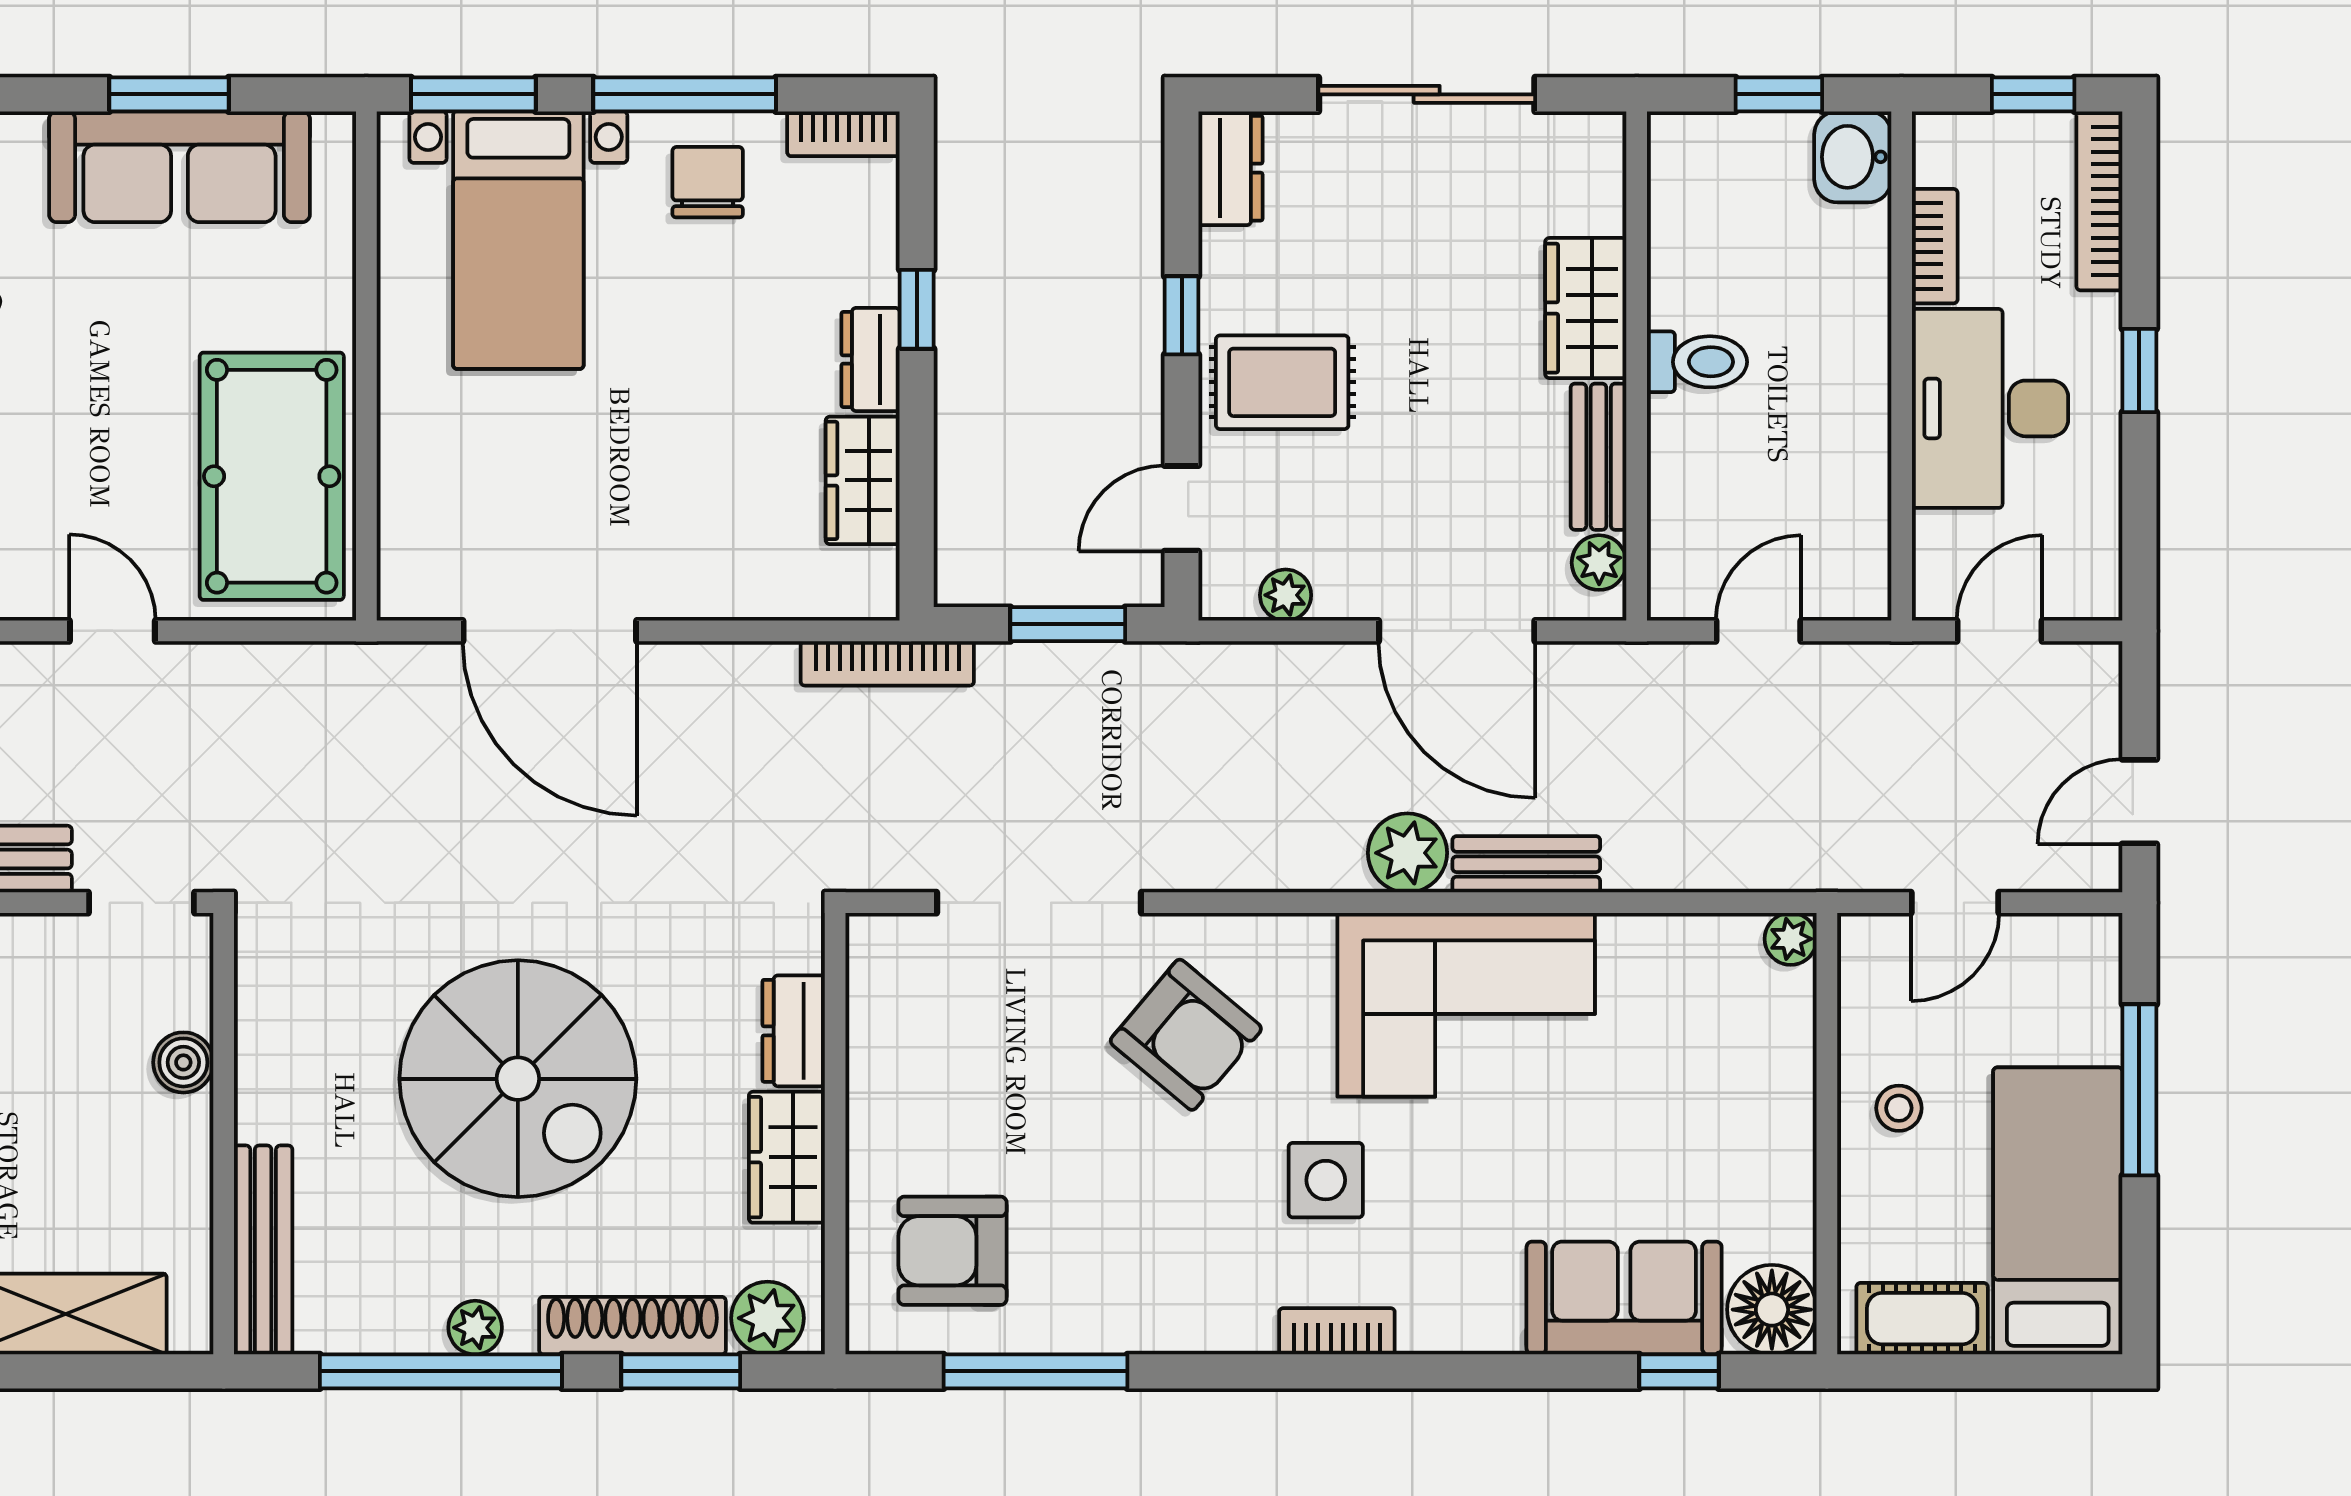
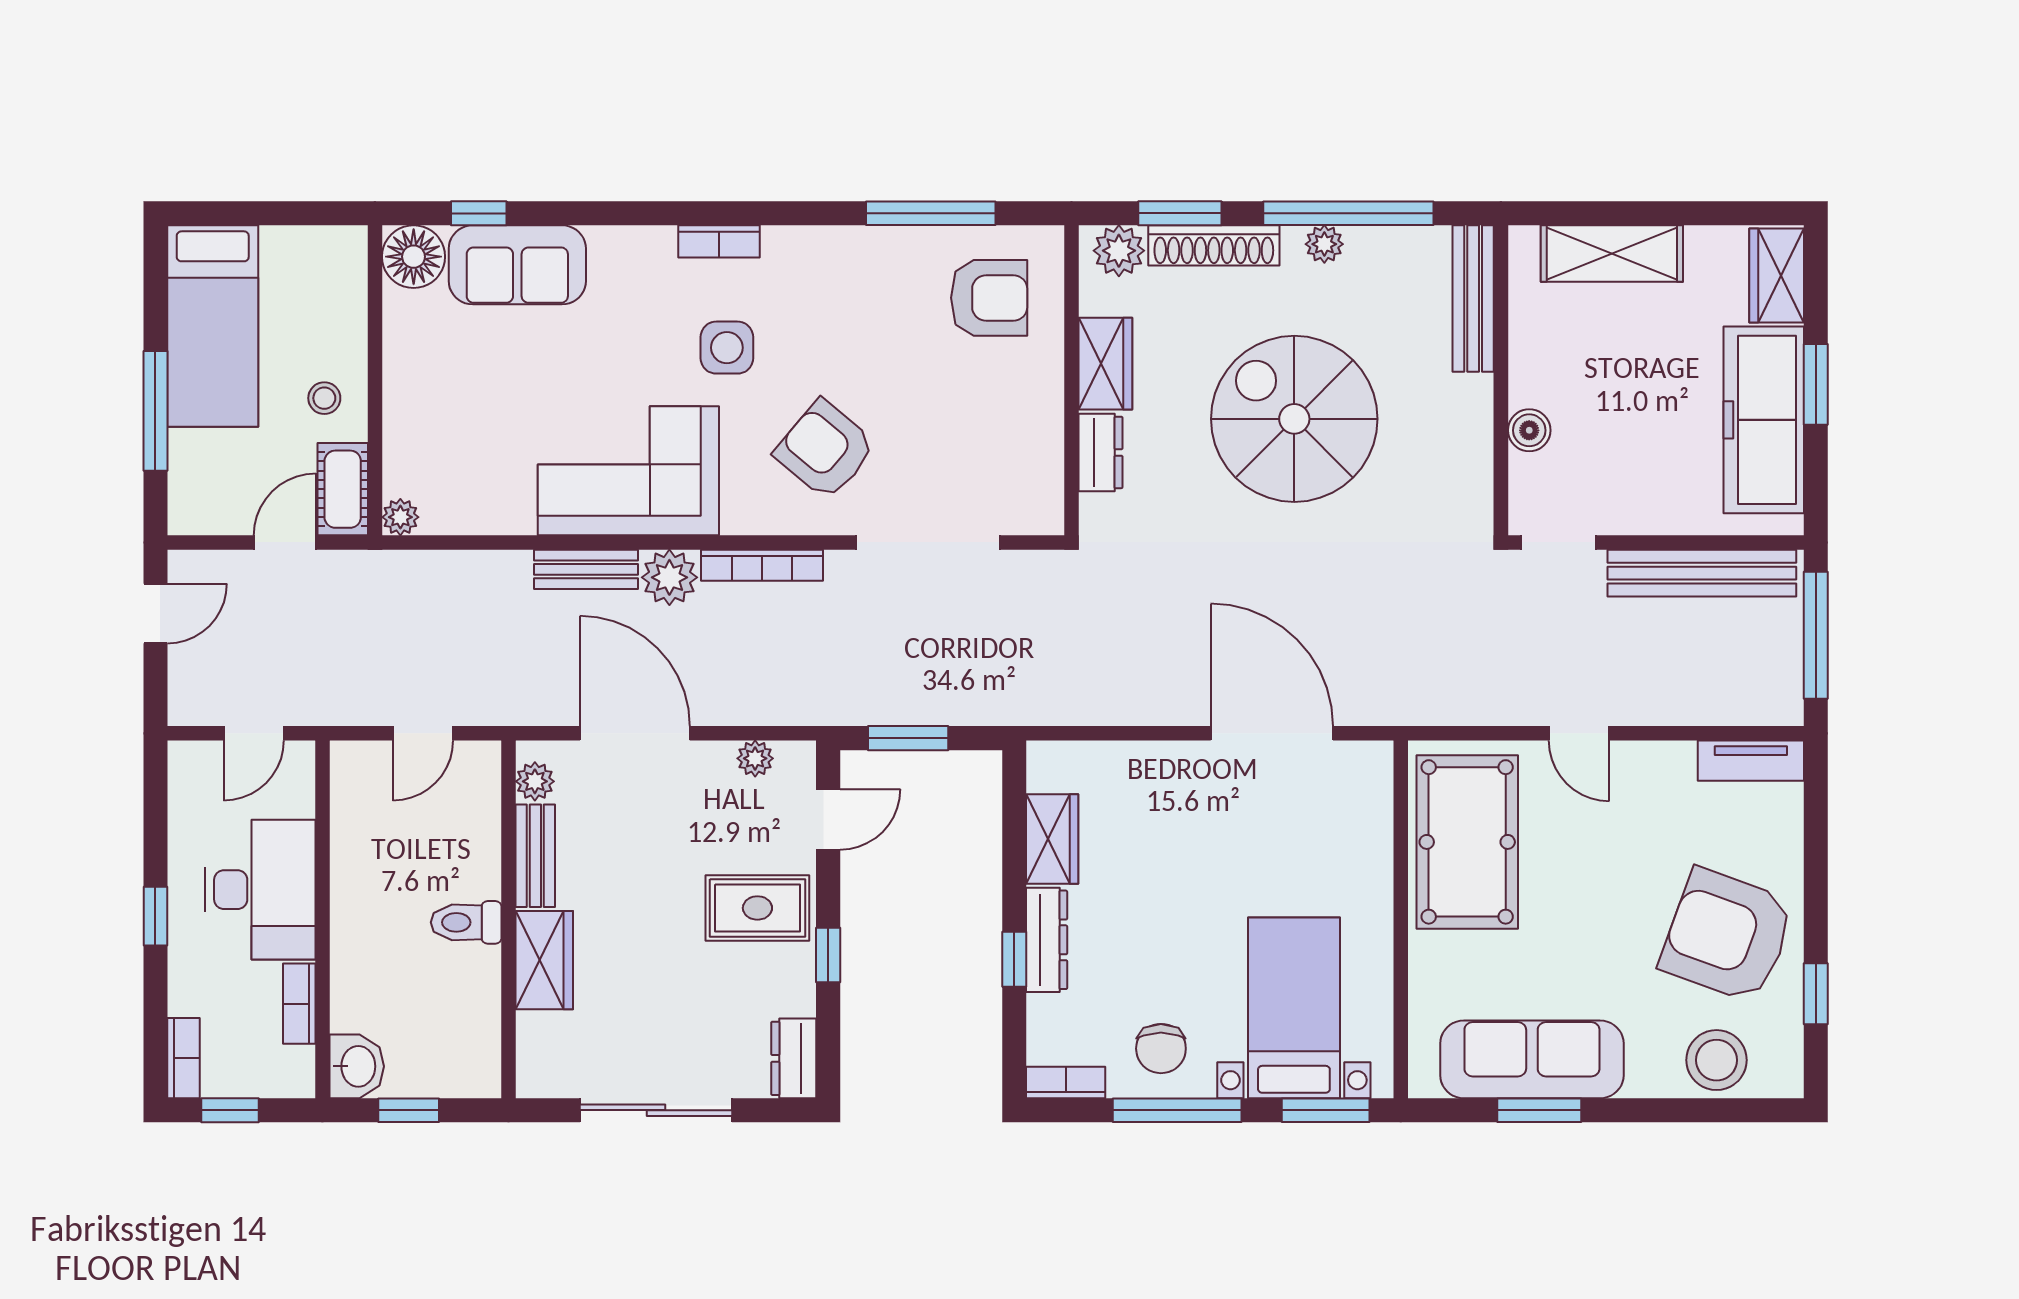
bookcase: (2099, 201) -> (183, 1058), width x0.64
dresser: (871, 359) -> (1047, 940), width x1.44
bookcase: (887, 663) -> (762, 565), moved, turned 180
cot: (1922, 1319) -> (343, 489), moved, turned 90

